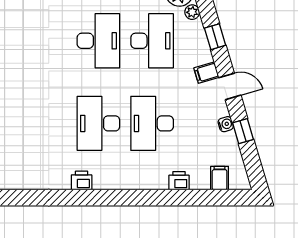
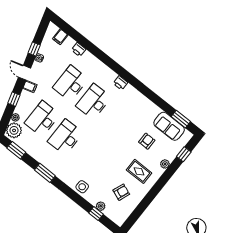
desk: (98, 123) -> (94, 102), turned 180
desk: (152, 123) -> (71, 83), turned 180

